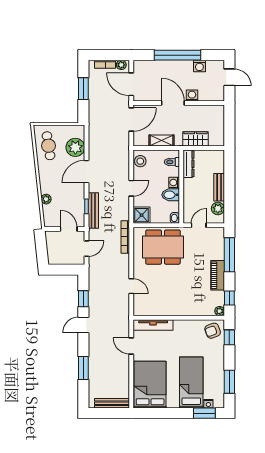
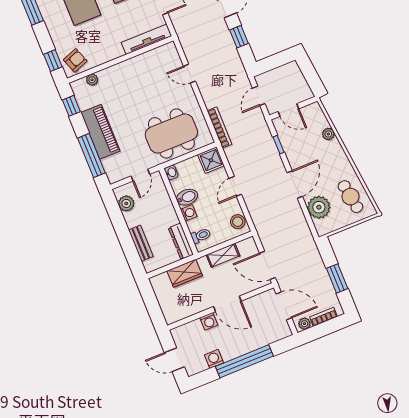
door: (131, 120) -> (267, 265), hinge flipped
bench: (219, 187) -> (141, 243), moved
bench: (93, 211) -> (269, 143), removed
piano: (218, 275) -> (100, 132), width x1.37, depth x1.33
plant: (220, 311) -> (92, 80), moved

